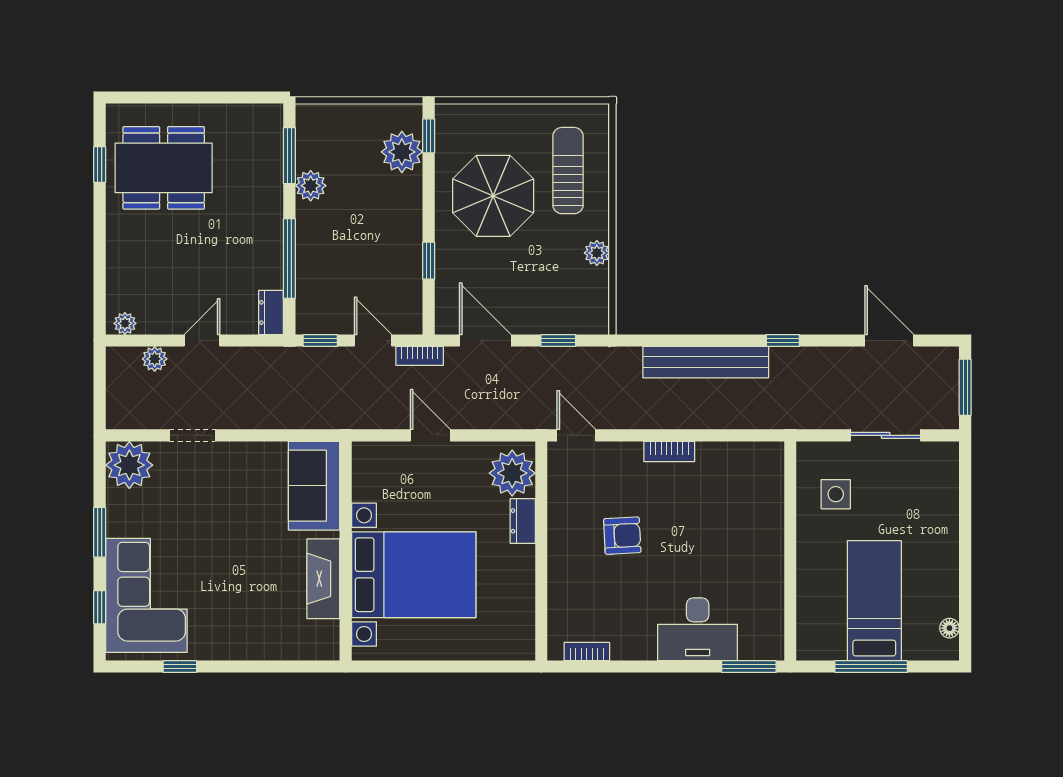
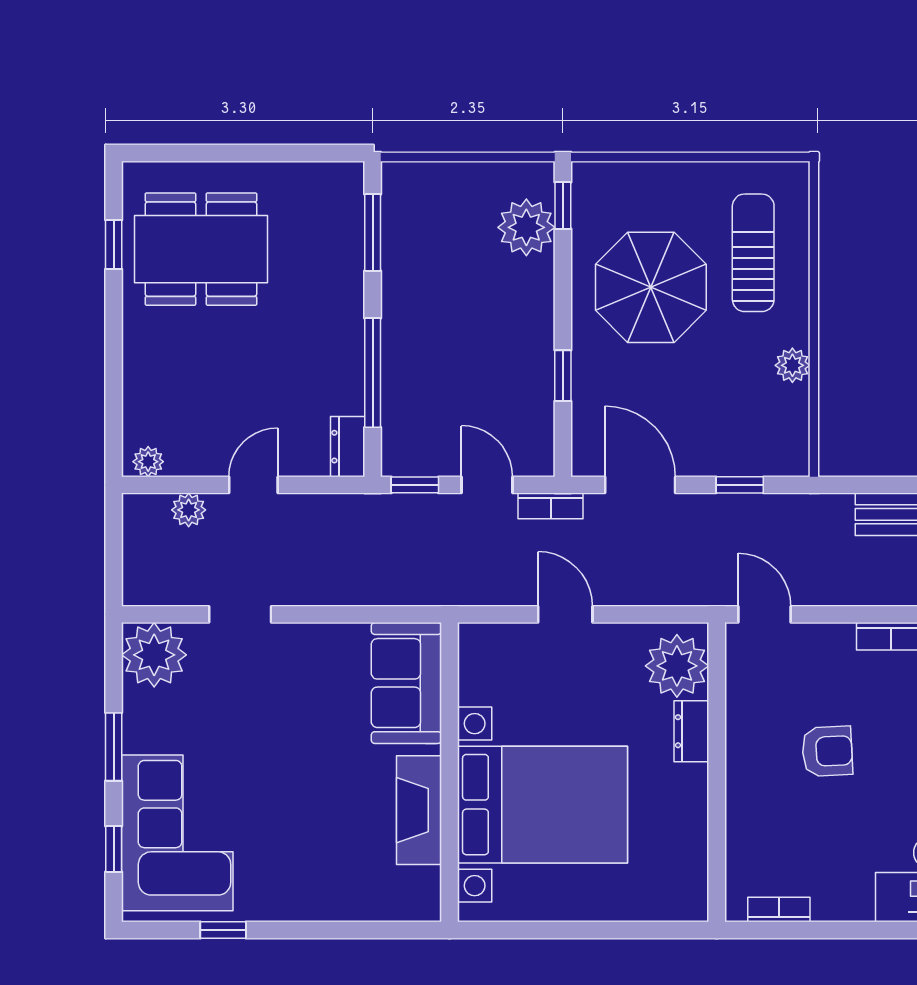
plant: (311, 186) -> (402, 273), removed

